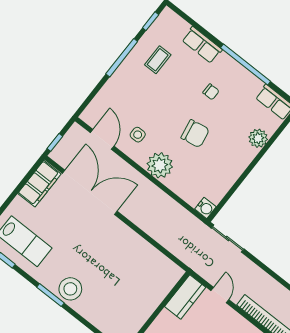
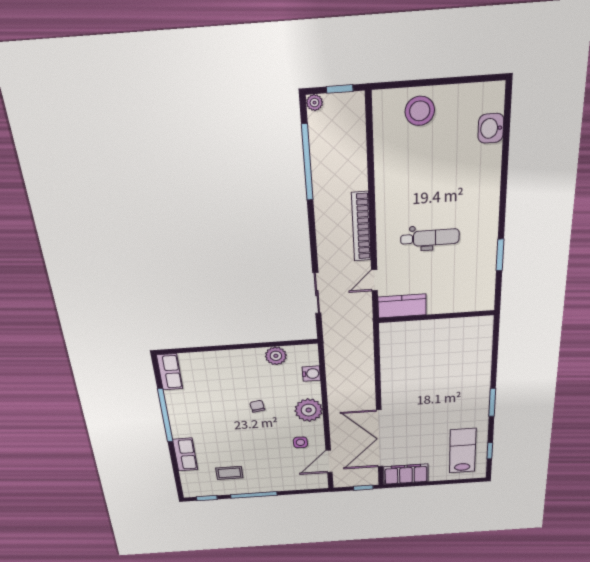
chair: (211, 92) -> (213, 421), removed
chair: (195, 134) -> (257, 406), width x0.54, depth x0.54
plant: (258, 138) -> (276, 356), moved
water cooler: (205, 208) -> (311, 374), moved, turned 90
sliding door: (228, 239) -> (317, 293), moved
stool: (70, 289) -> (474, 393), removed

